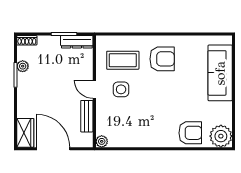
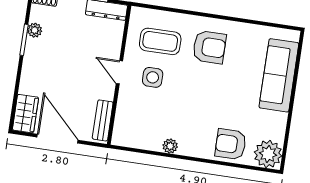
bench: (87, 116) -> (103, 120), moved
armchair: (190, 133) -> (231, 144), turned 180
plant: (102, 141) -> (170, 146), moved

